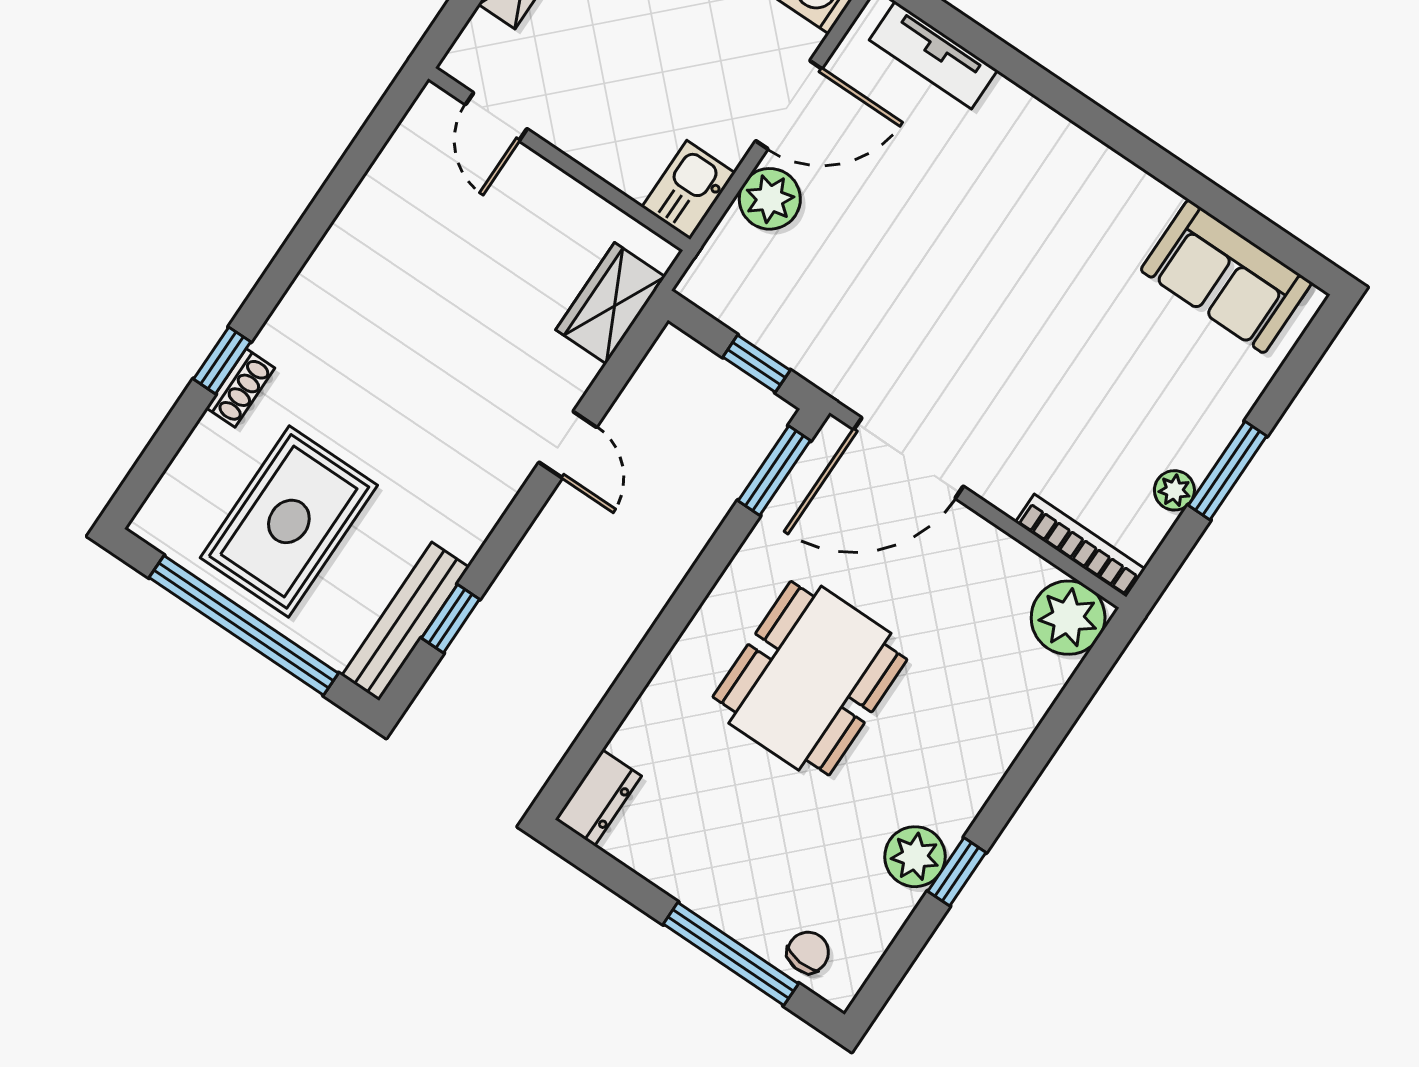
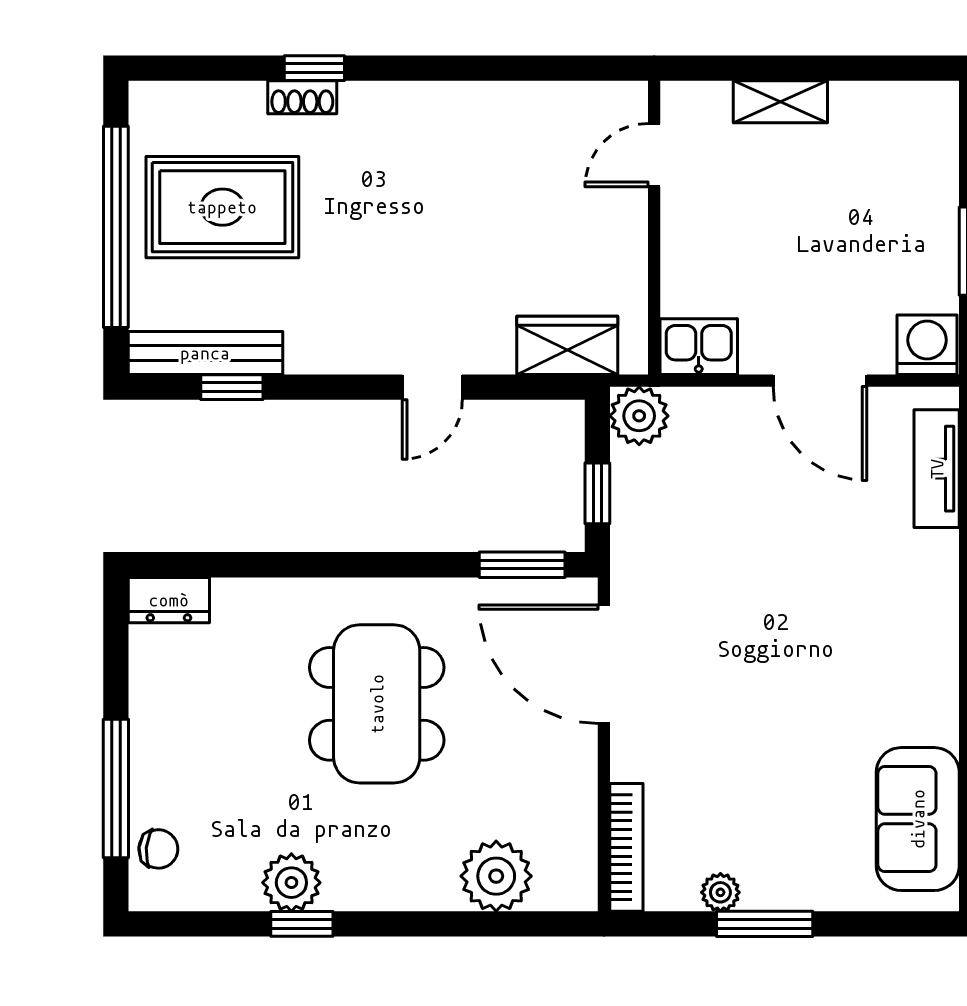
plant: (770, 199) -> (639, 416), moved
plant: (1068, 618) -> (496, 876), moved
dining table: (810, 678) -> (377, 704), turned 90

